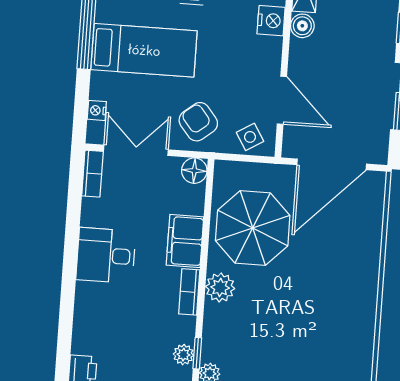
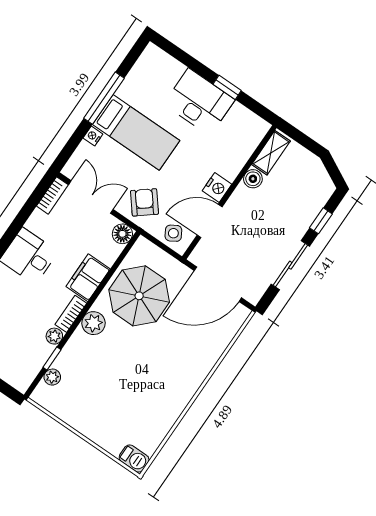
nightstand: (271, 21) -> (217, 188), moved
door: (282, 100) -> (210, 221), swing flipped
nightstand: (97, 110) -> (93, 136), moved
plant: (183, 355) -> (54, 336), moved

